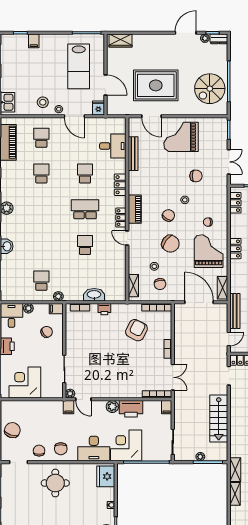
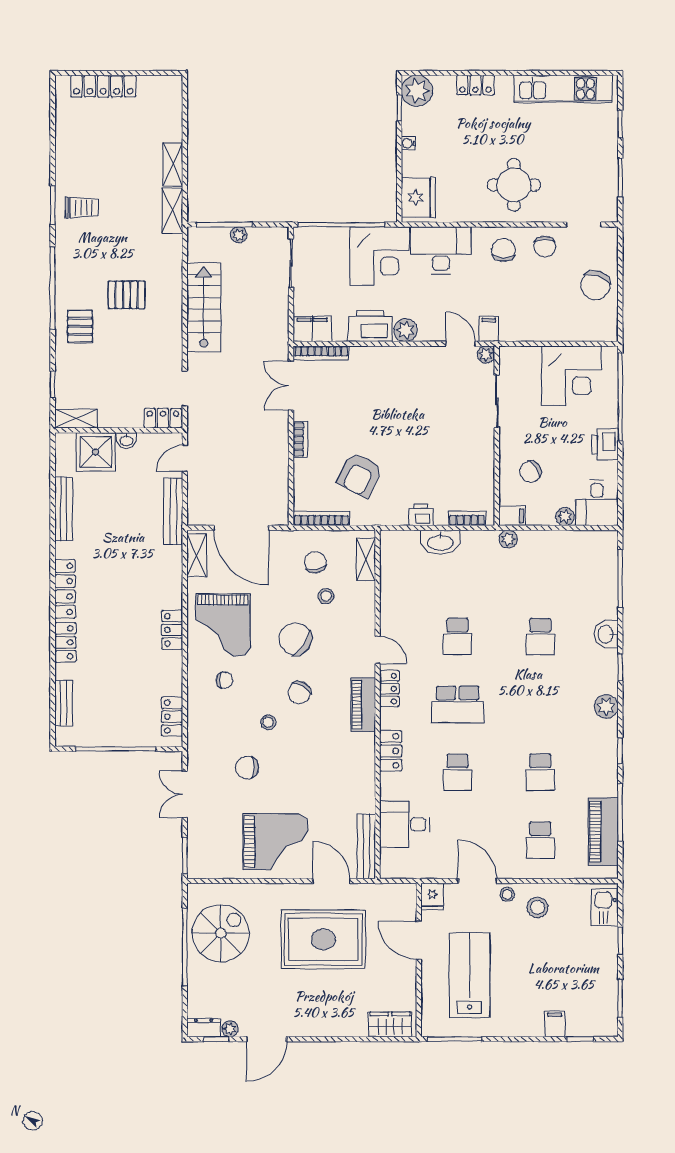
bench: (133, 154) -> (366, 846), moved
school desk: (41, 281) -> (540, 637), moved
filing cabinet: (167, 407) -> (312, 329), width x2.00

